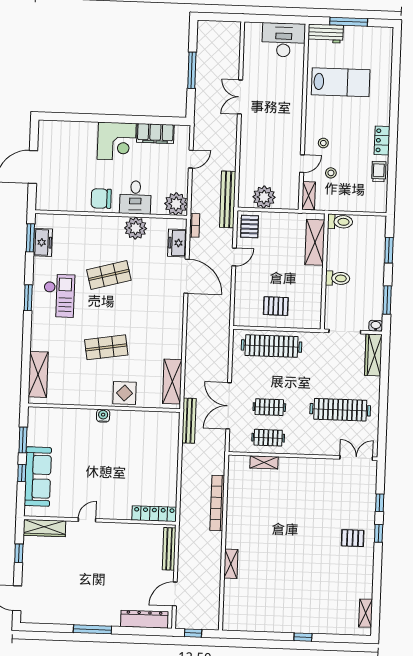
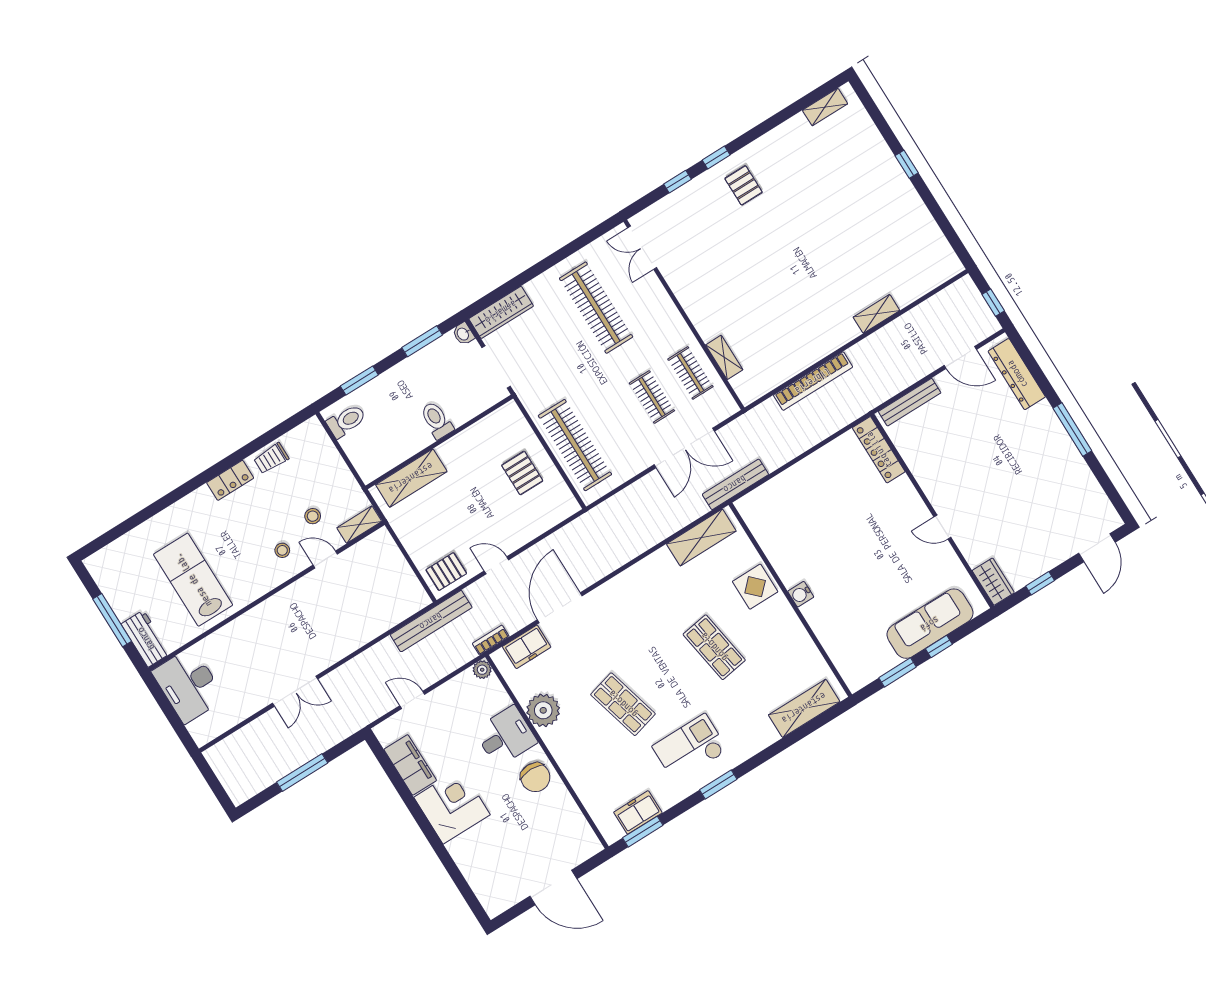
plant: (264, 197) -> (398, 578), removed
plant: (176, 204) -> (482, 670), width x0.53, depth x0.53
toilet: (340, 222) -> (346, 421), moved, turned 90
wardrobe: (44, 528) -> (993, 582), width x0.67

